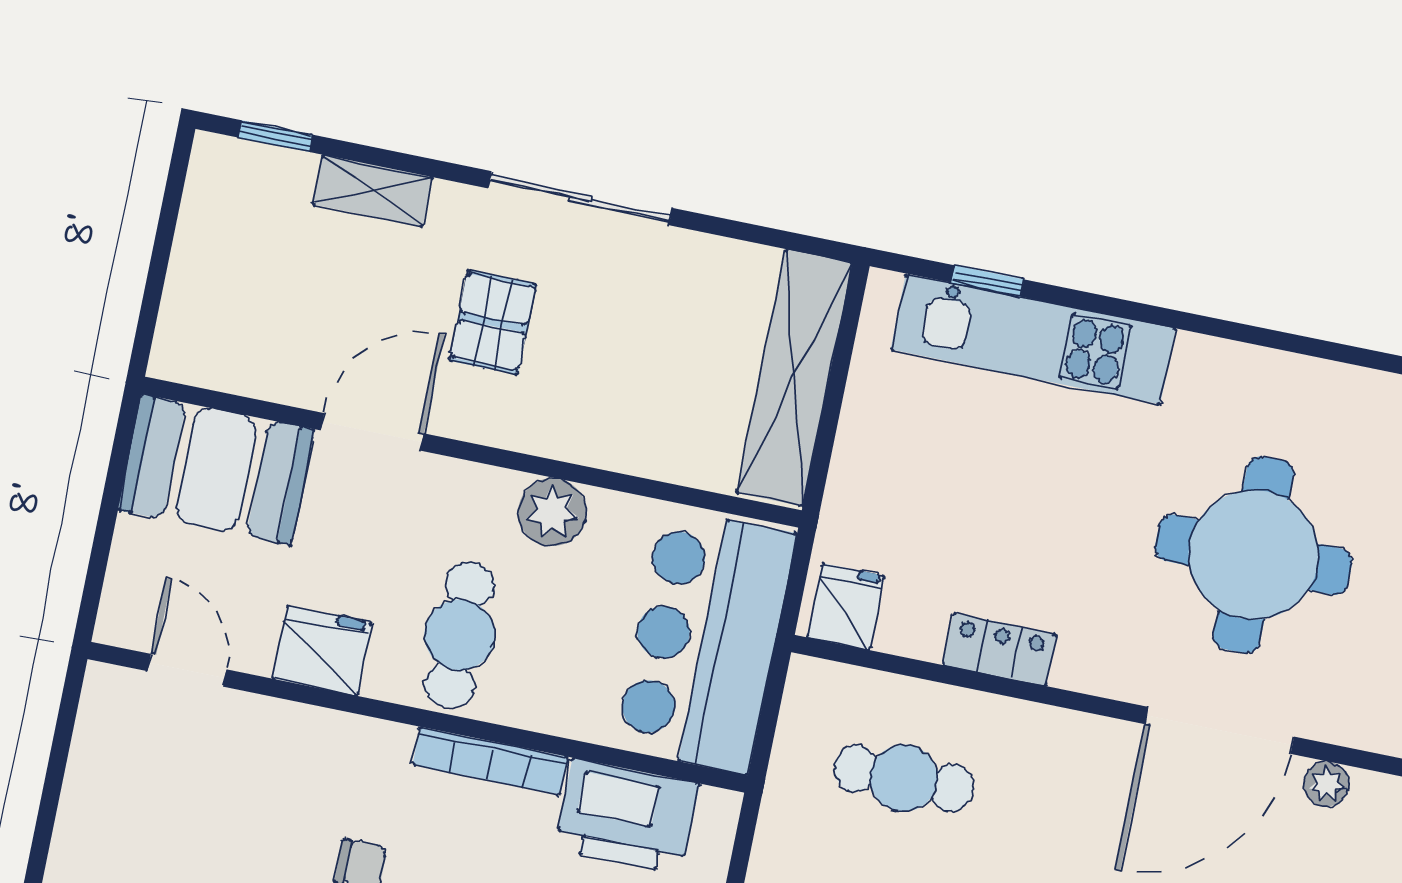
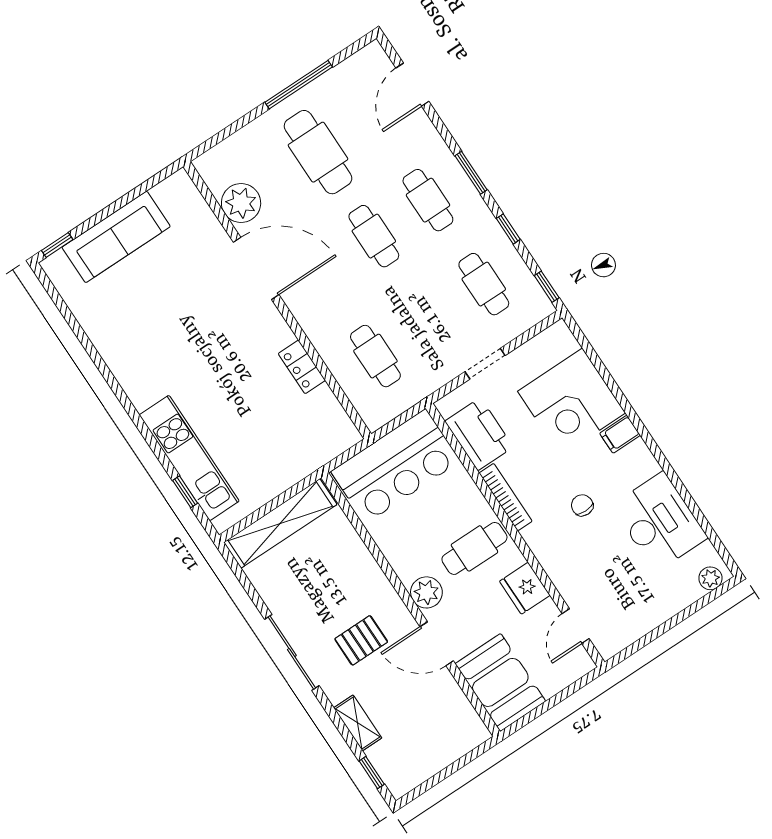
plant: (552, 512) -> (426, 592), moved
round table: (1254, 555) -> (187, 315), removed
fridge: (846, 607) -> (338, 431), removed
plant: (1326, 784) -> (241, 203), width x1.87, depth x1.87

